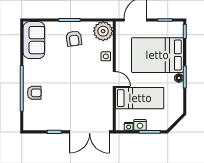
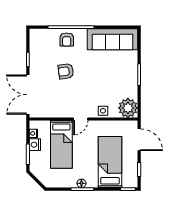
armchair: (74, 39) -> (66, 71), moved
sofa: (34, 40) -> (112, 39), width x1.36
bed: (157, 55) -> (110, 162), width x0.67

